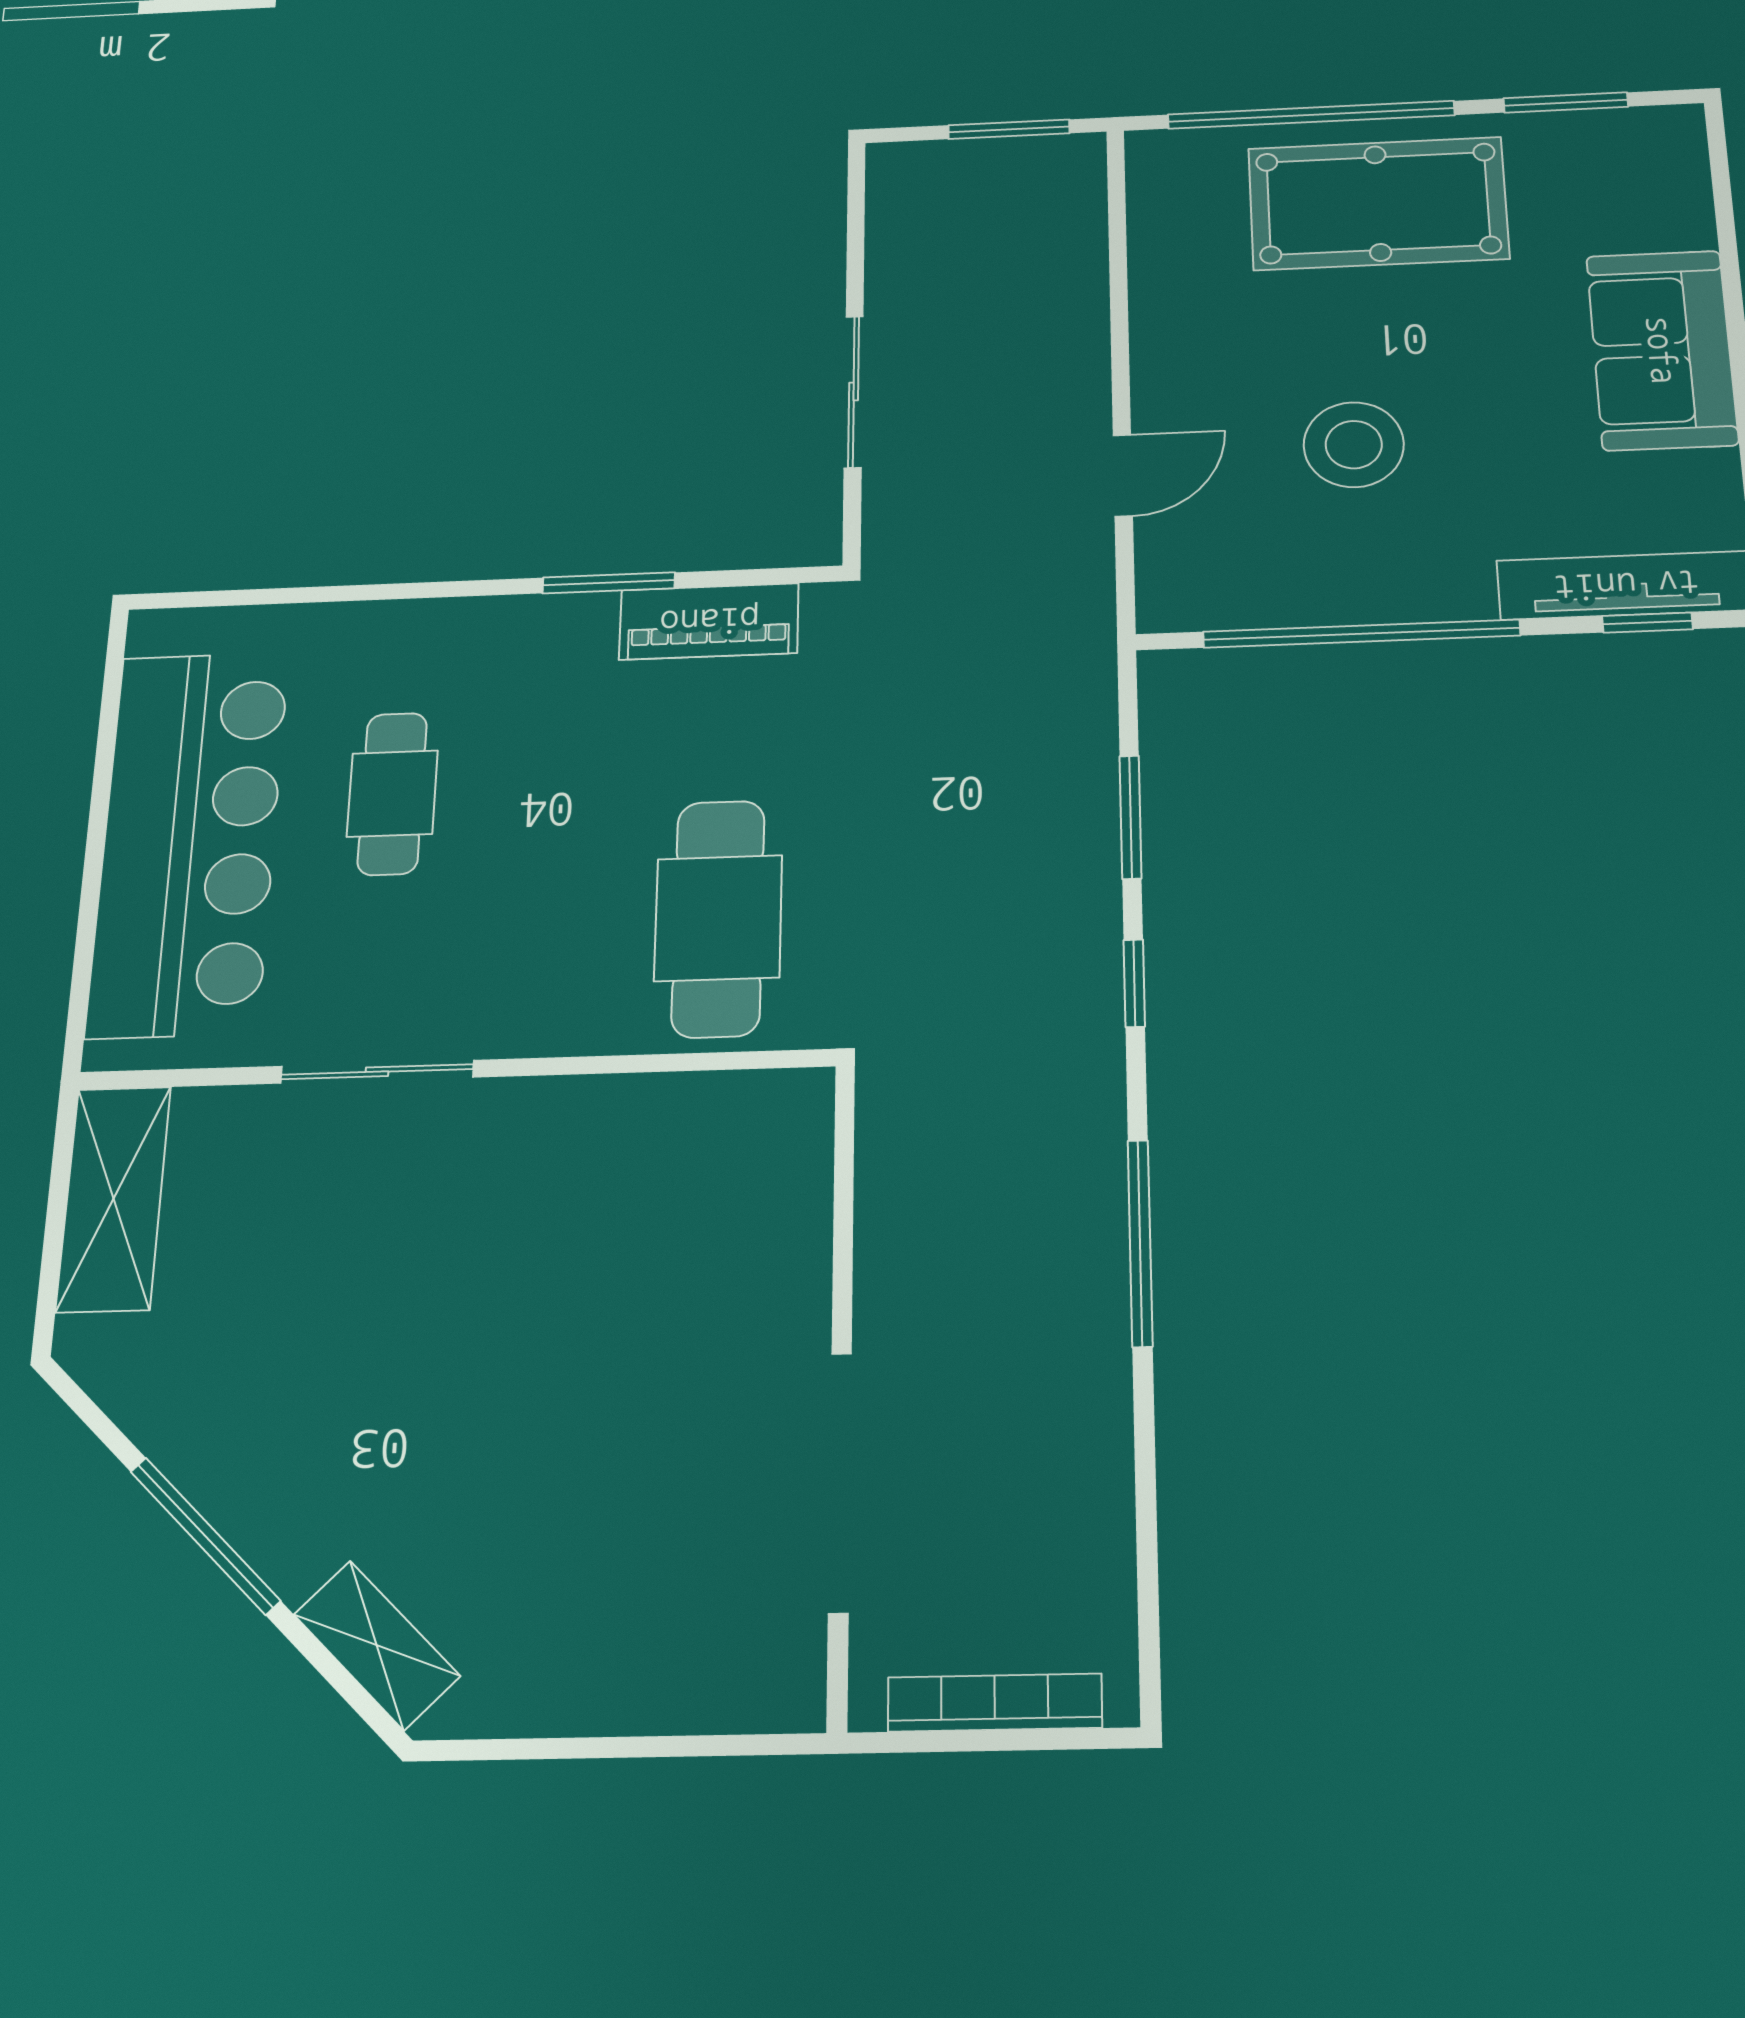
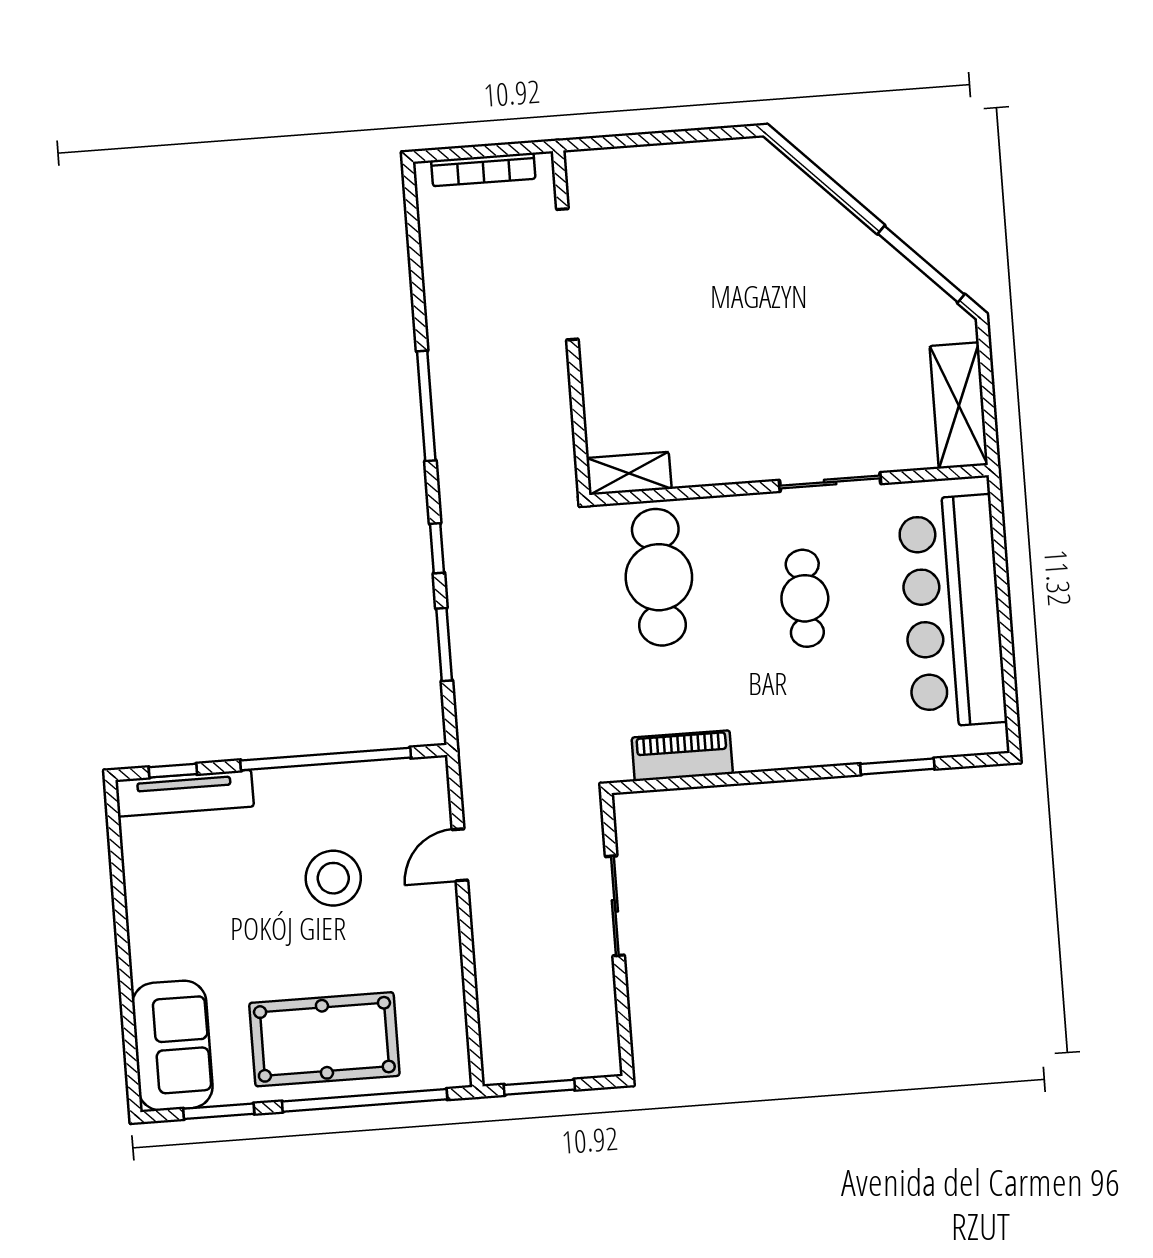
sofa: (1662, 350) -> (172, 1045), moved
window: (609, 583) -> (897, 766), moved
cafe table: (392, 794) -> (805, 598), moved
window: (205, 1536) -> (921, 264), moved
shelving: (377, 1645) -> (629, 473), moved, turned -45

